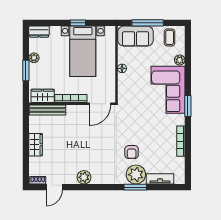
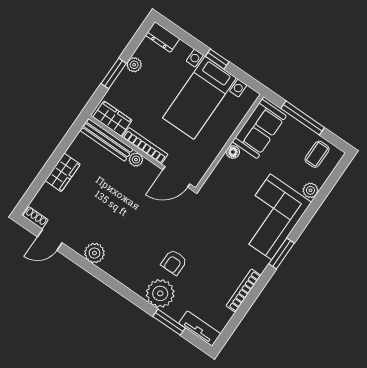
sofa: (136, 36) -> (259, 129), moved, turned -90
plant: (71, 110) -> (136, 160), added
tv unit: (160, 179) -> (200, 328), moved
window: (135, 187) -> (169, 322), moved

